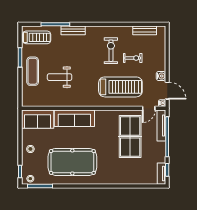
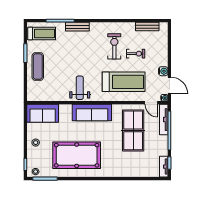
weight bench: (60, 77) -> (80, 88), moved, turned 90
door: (149, 108) -> (151, 103), hinge flipped
sofa: (74, 118) -> (92, 113), moved

